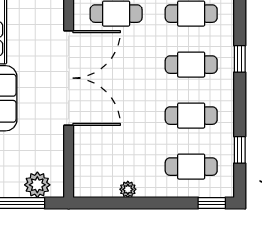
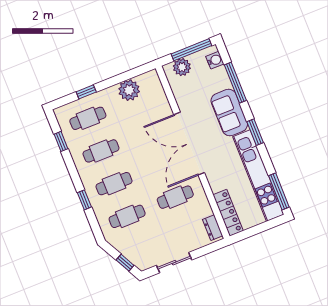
plant: (128, 189) -> (129, 90), width x1.87, depth x1.87
window: (212, 203) -> (86, 92), moved

